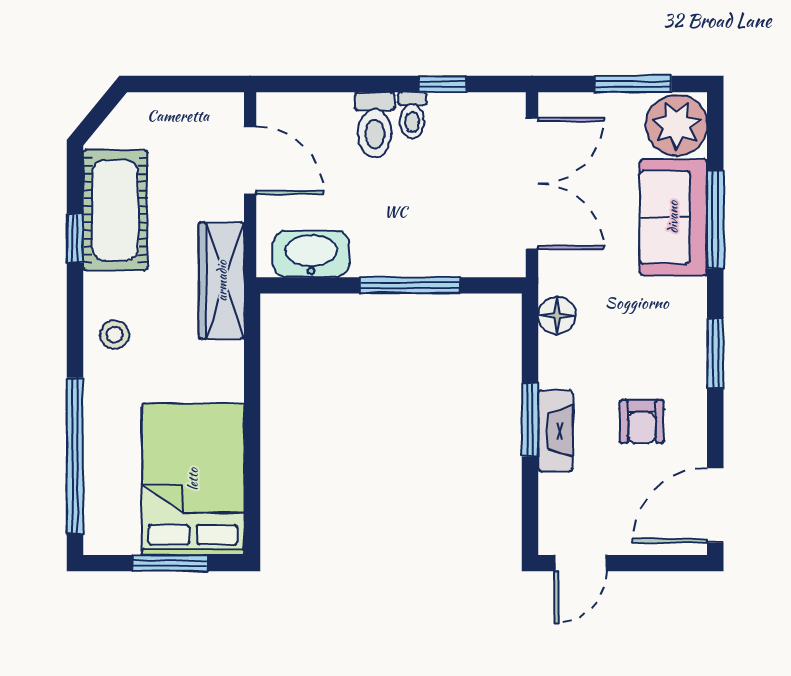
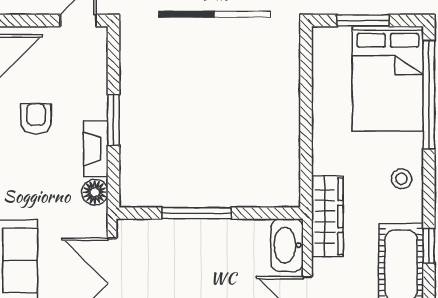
washbasin: (311, 254) -> (287, 245), moved, turned 90
fireplace: (555, 431) -> (96, 149), moved
bed: (193, 479) -> (388, 79), moved

